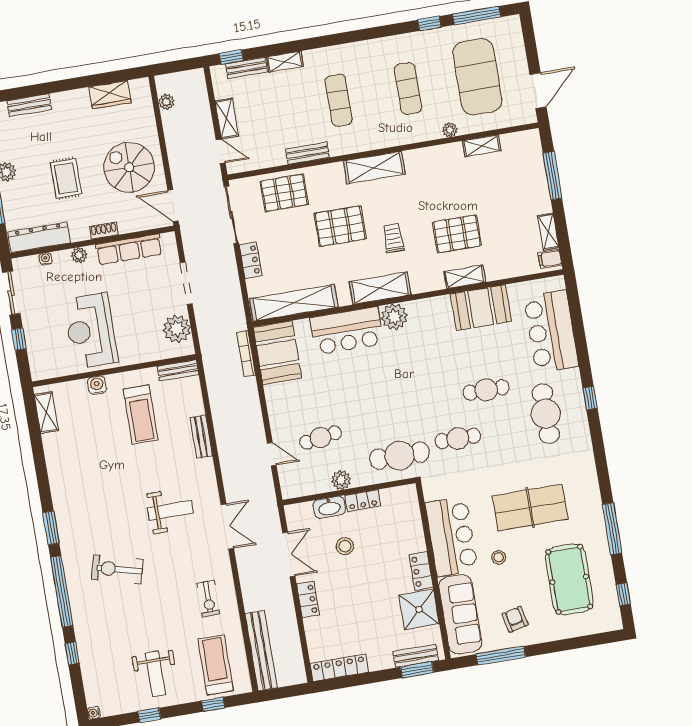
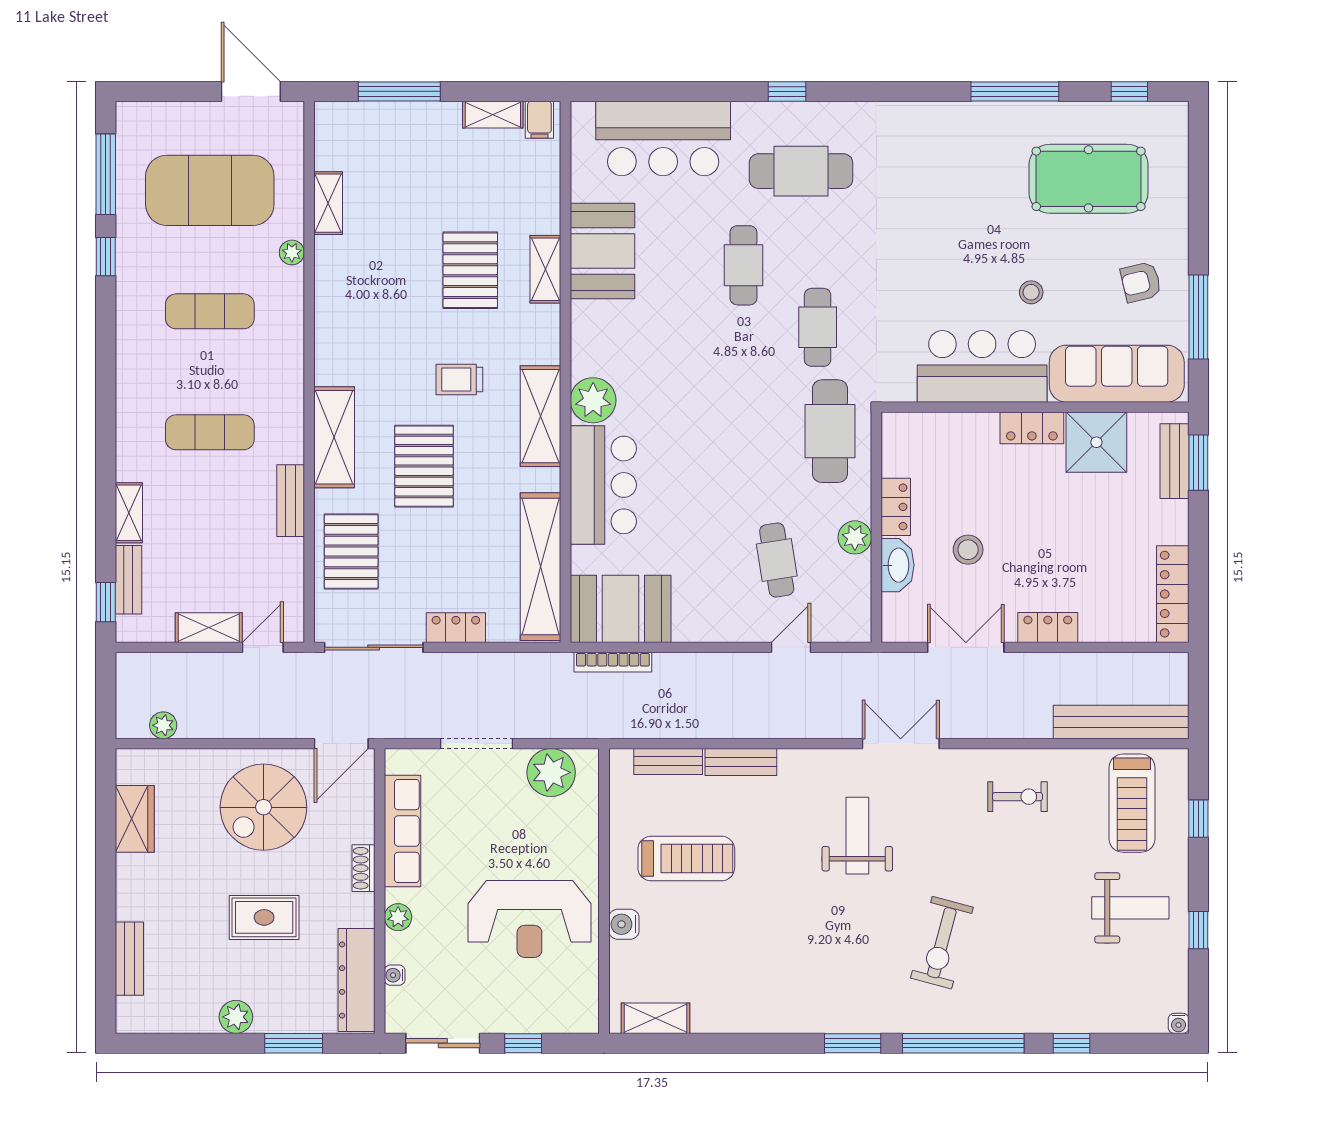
shelving: (374, 168) -> (334, 437), moved
bench: (178, 370) -> (668, 761), moved, turned 90
table tennis table: (530, 508) -> (956, 225), removed
treadmill: (216, 665) -> (1132, 803), turned -90

